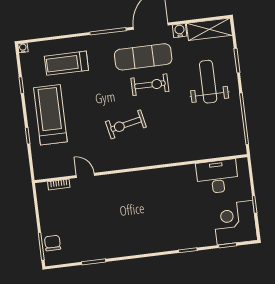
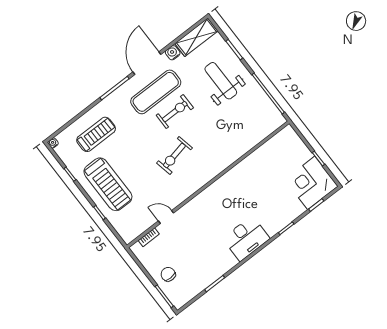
treadmill: (66, 63) -> (96, 134), turned 180
treadmill: (50, 115) -> (108, 184), turned 180
desk: (217, 177) -> (246, 239), moved, turned 180
chair: (53, 243) -> (168, 274), moved

